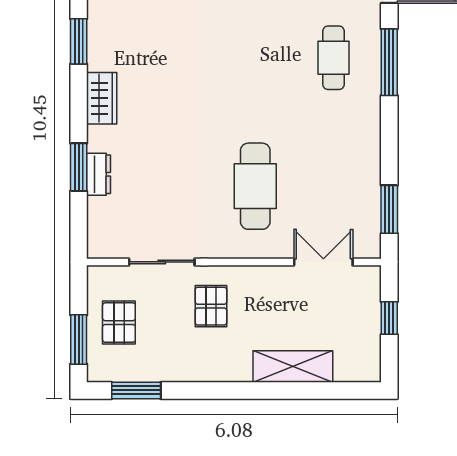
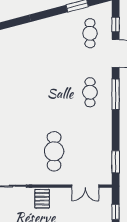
double door: (323, 262) -> (85, 186), swing flipped
pallet: (211, 306) -> (42, 199), moved

